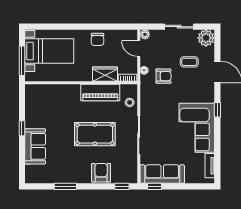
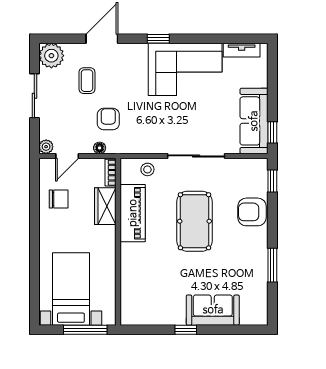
chair: (97, 39) -> (59, 199), moved

